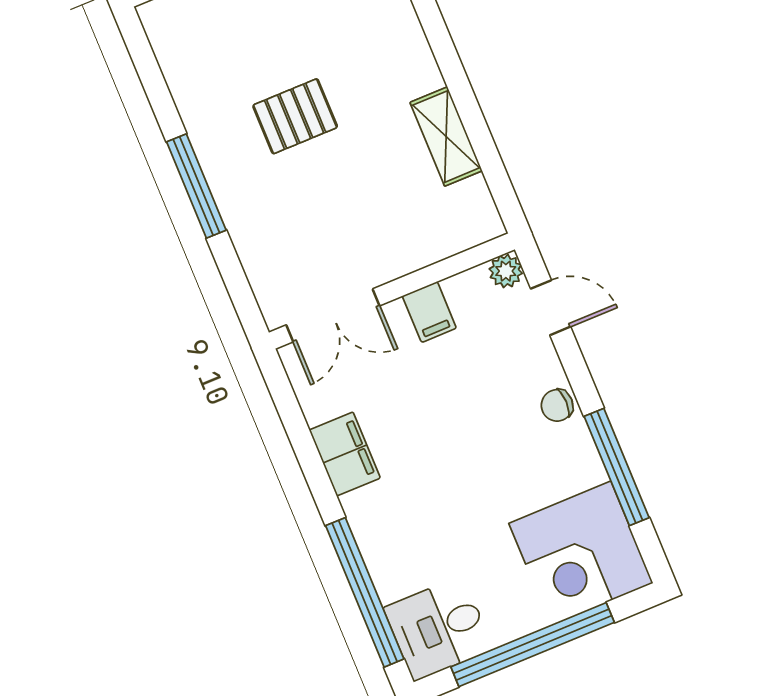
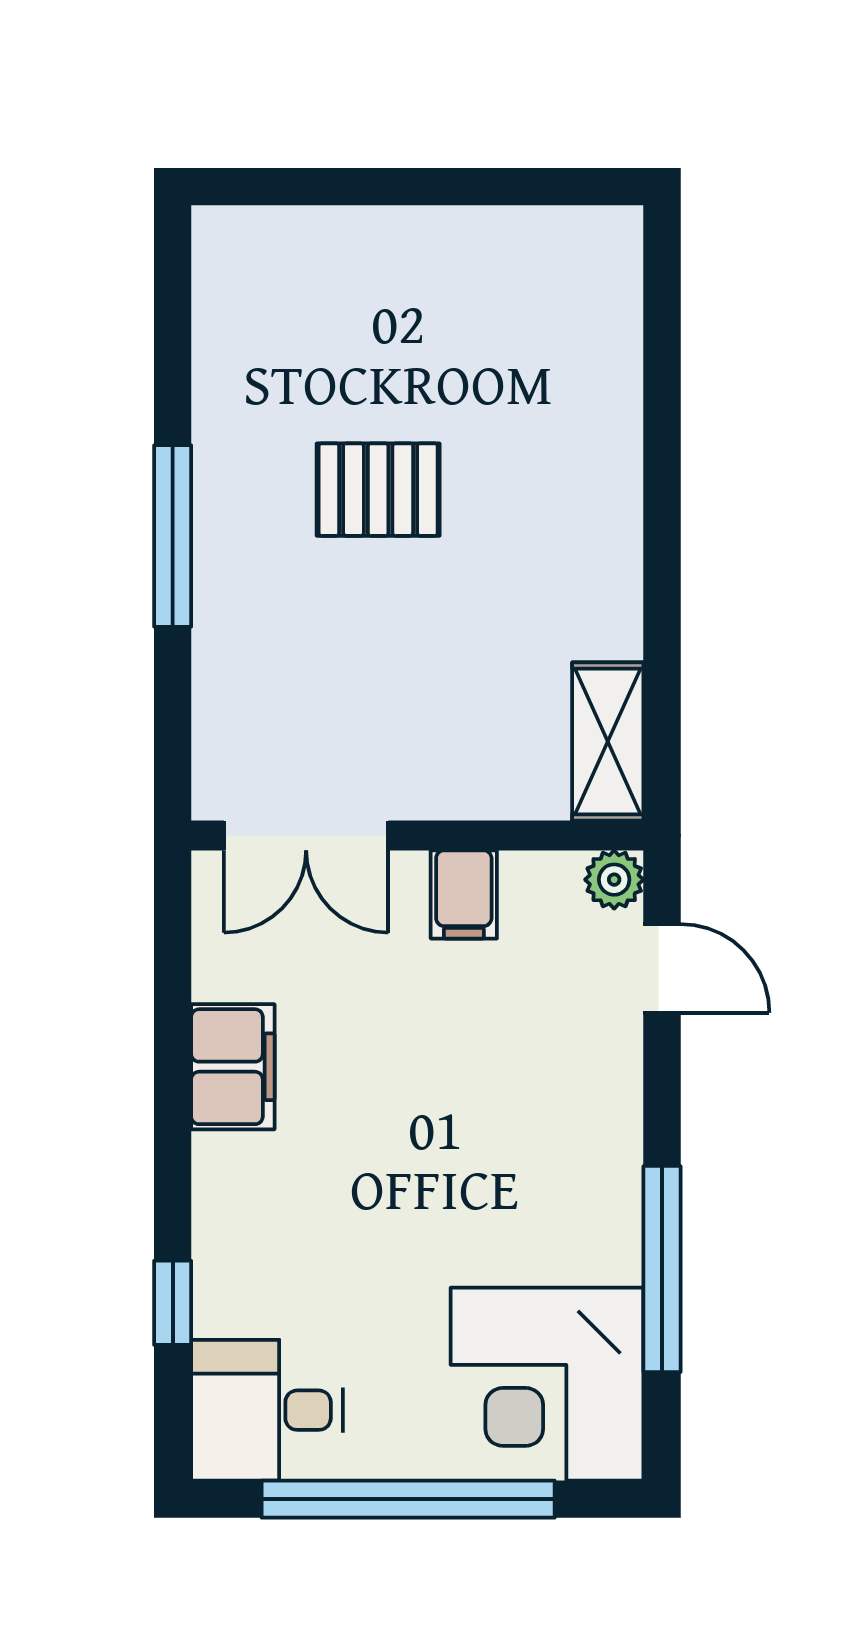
shelving: (446, 137) -> (608, 741), moved
chair: (557, 405) -> (607, 1130), removed
window: (365, 592) -> (173, 1303), width x0.32

